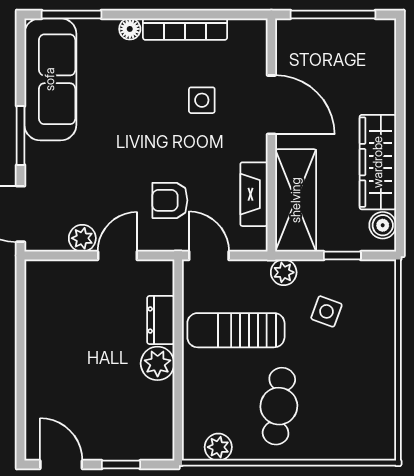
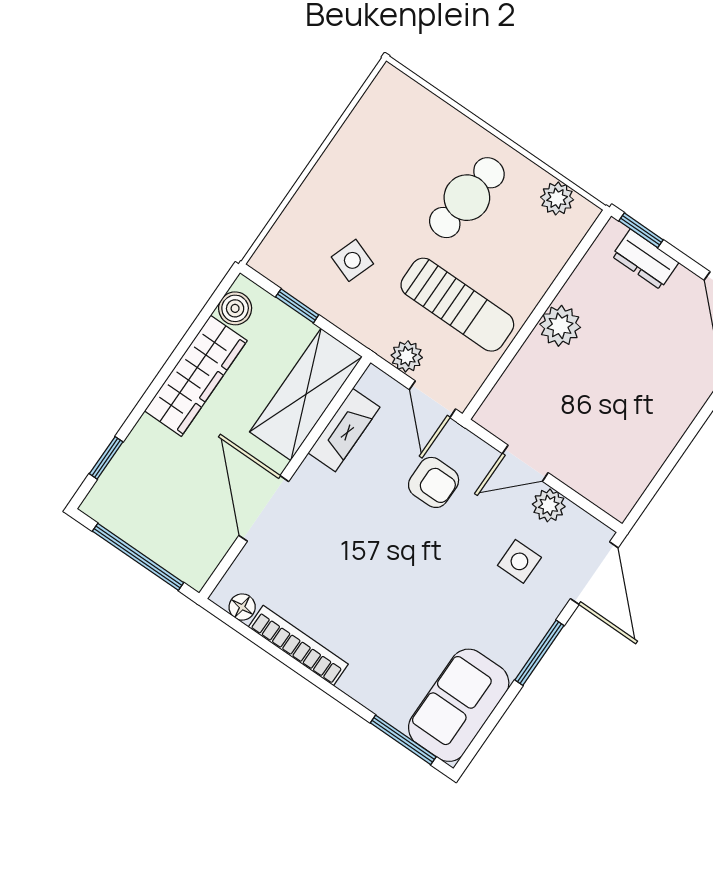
floor lamp: (130, 29) -> (242, 607), moved
window: (400, 66) -> (106, 458), added
sofa: (50, 79) -> (459, 705), width x0.73
side table: (202, 100) -> (519, 561), moved
plant: (284, 272) -> (407, 356), moved
dresser: (161, 320) -> (645, 259), moved, turned 90
window: (121, 465) -> (641, 230), moved

